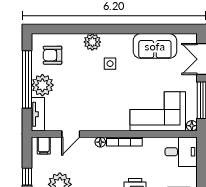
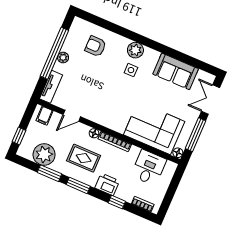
plant: (92, 42) -> (135, 50), moved
armchair: (53, 55) -> (95, 46), moved
plant: (42, 85) -> (63, 57), width x0.53, depth x0.53
desk: (181, 152) -> (149, 168), moved, turned -90
rug: (100, 171) -> (84, 158), added

